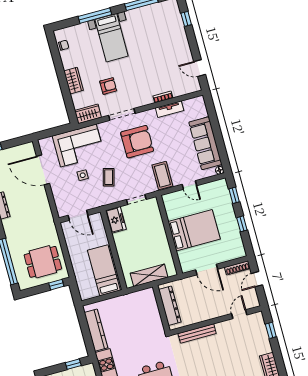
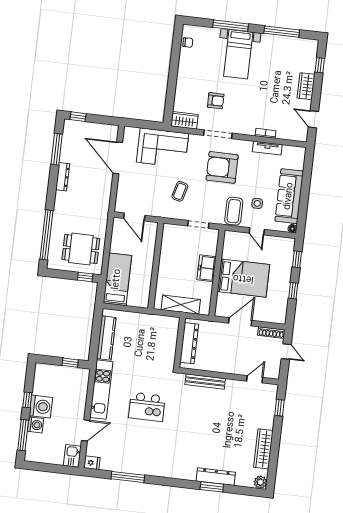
wardrobe: (74, 81) -> (306, 86), moved, turned 180
armchair: (137, 142) -> (222, 167), turned 180
side table: (83, 175) -> (257, 203), moved
freezer: (116, 220) -> (207, 268), moved, turned 180
door: (207, 269) -> (240, 322), swing flipped
bed: (104, 270) -> (117, 279), moved
door: (257, 279) -> (286, 352), swing flipped

